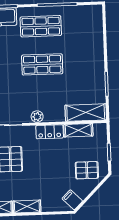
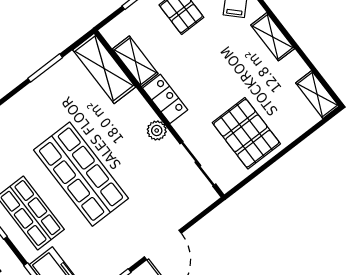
shop shelf: (42, 64) -> (81, 174), width x1.43, depth x1.36
shelving: (27, 206) -> (273, 37), moved

